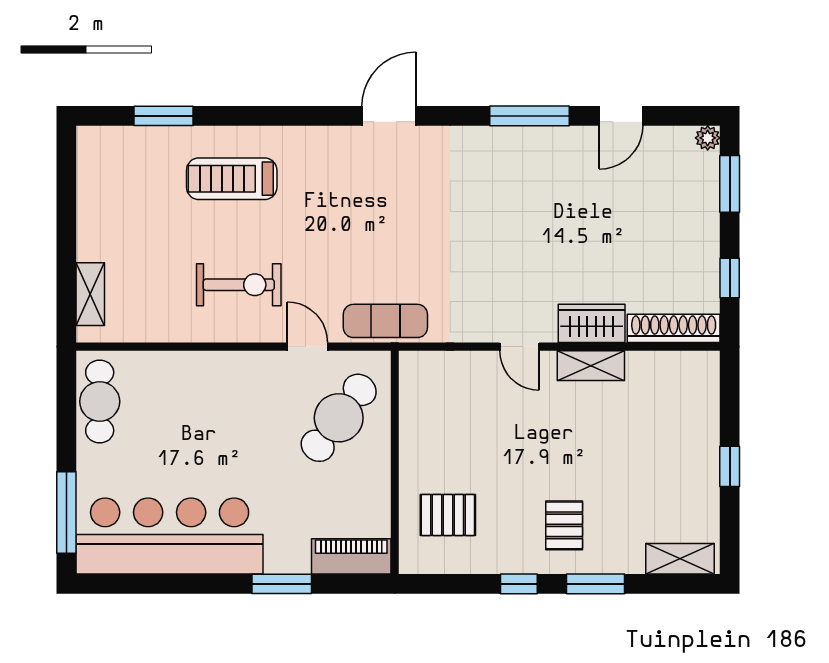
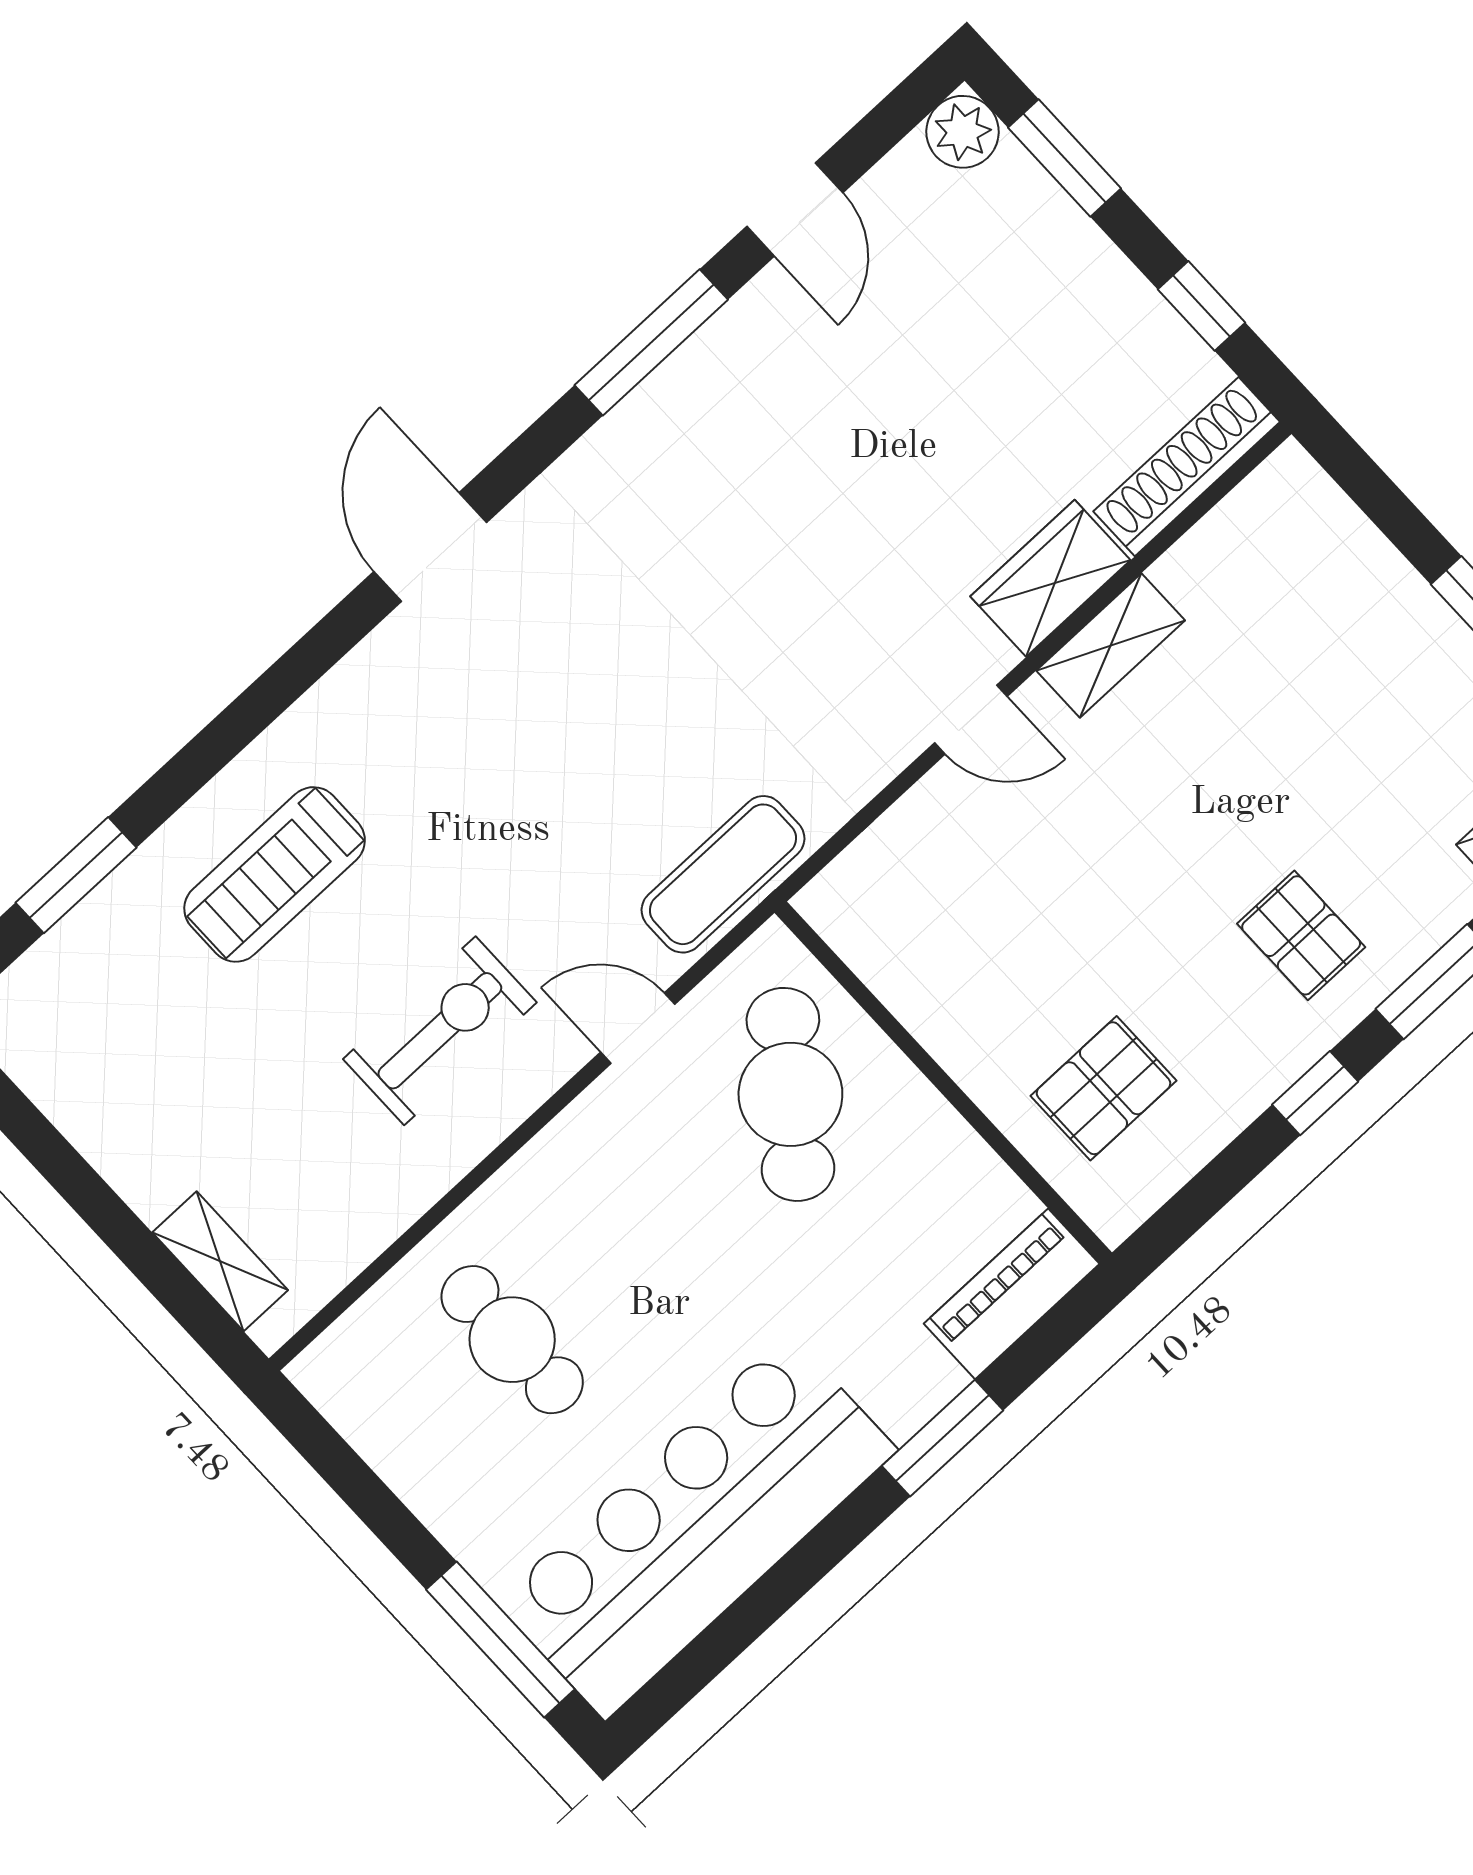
plant: (708, 138) -> (963, 132), width x1.38, depth x1.38
cafe table: (100, 401) -> (512, 1340), moved

